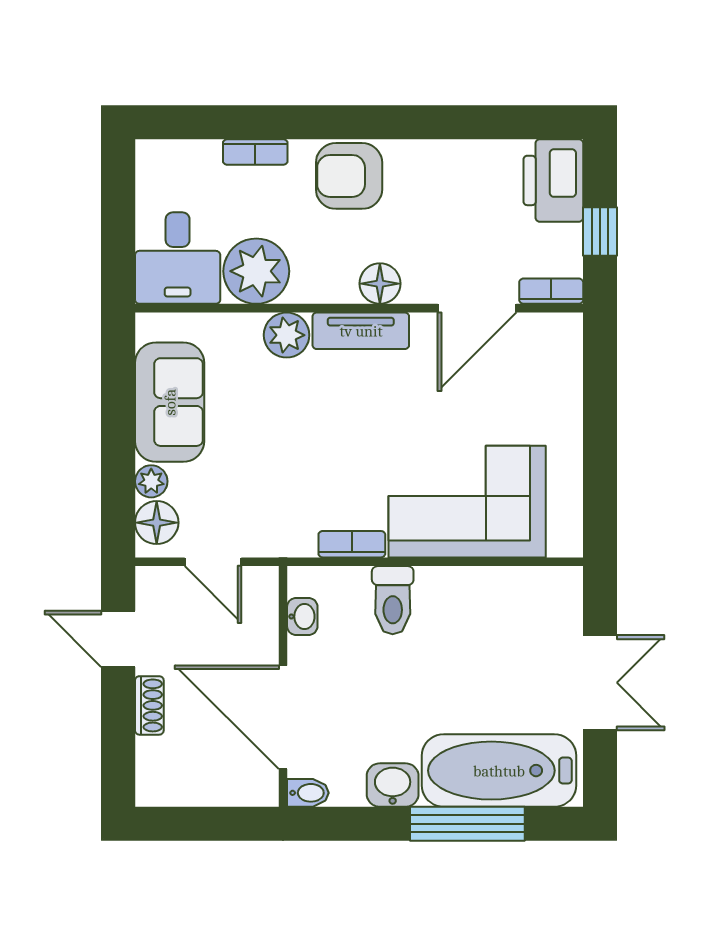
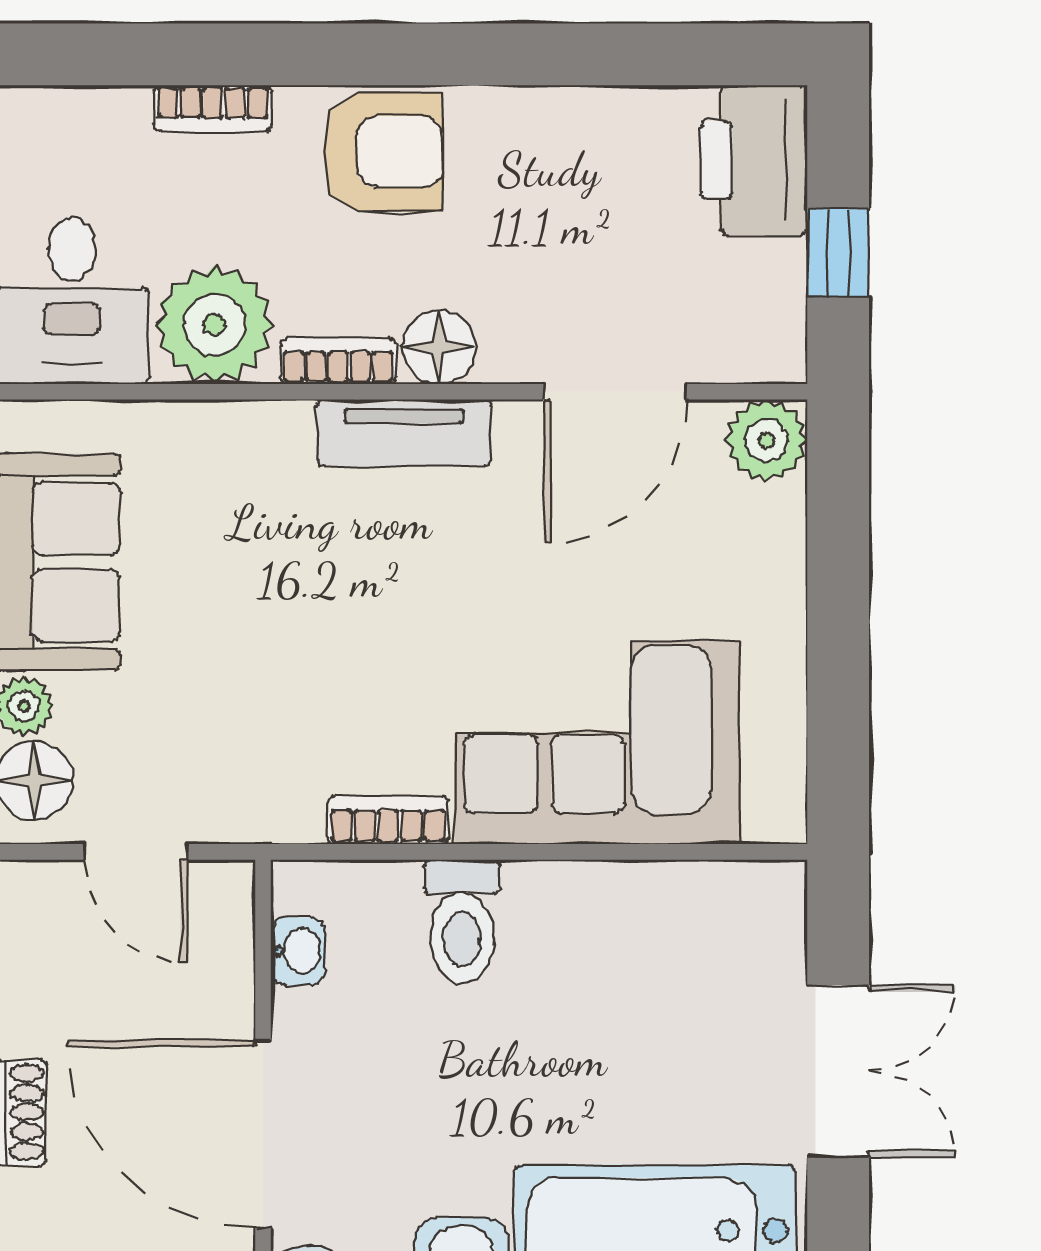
armchair: (349, 176) -> (383, 152), turned 180
bookcase: (551, 291) -> (338, 361), moved
plant: (287, 335) -> (766, 440), moved

